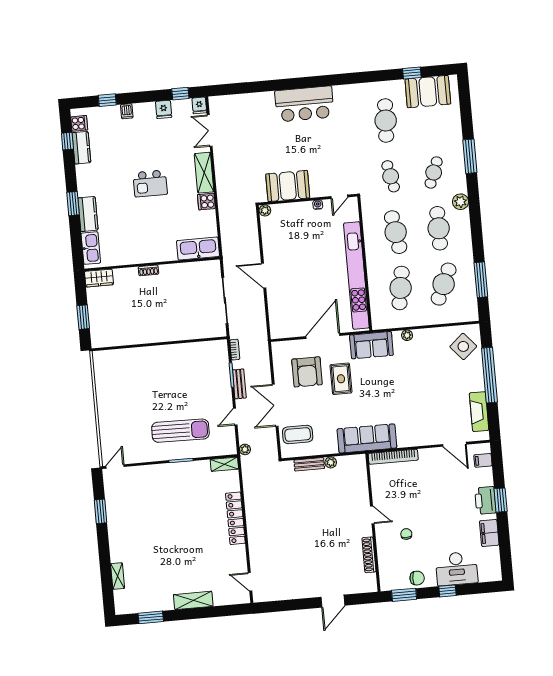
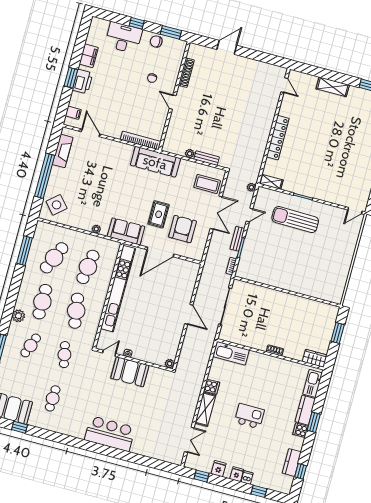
fridge: (199, 105) -> (237, 474), moved
cafe table: (386, 121) -> (53, 398), width x0.73, depth x0.74
cooker: (79, 123) -> (300, 430), moved
booth: (288, 186) -> (130, 372), moved

